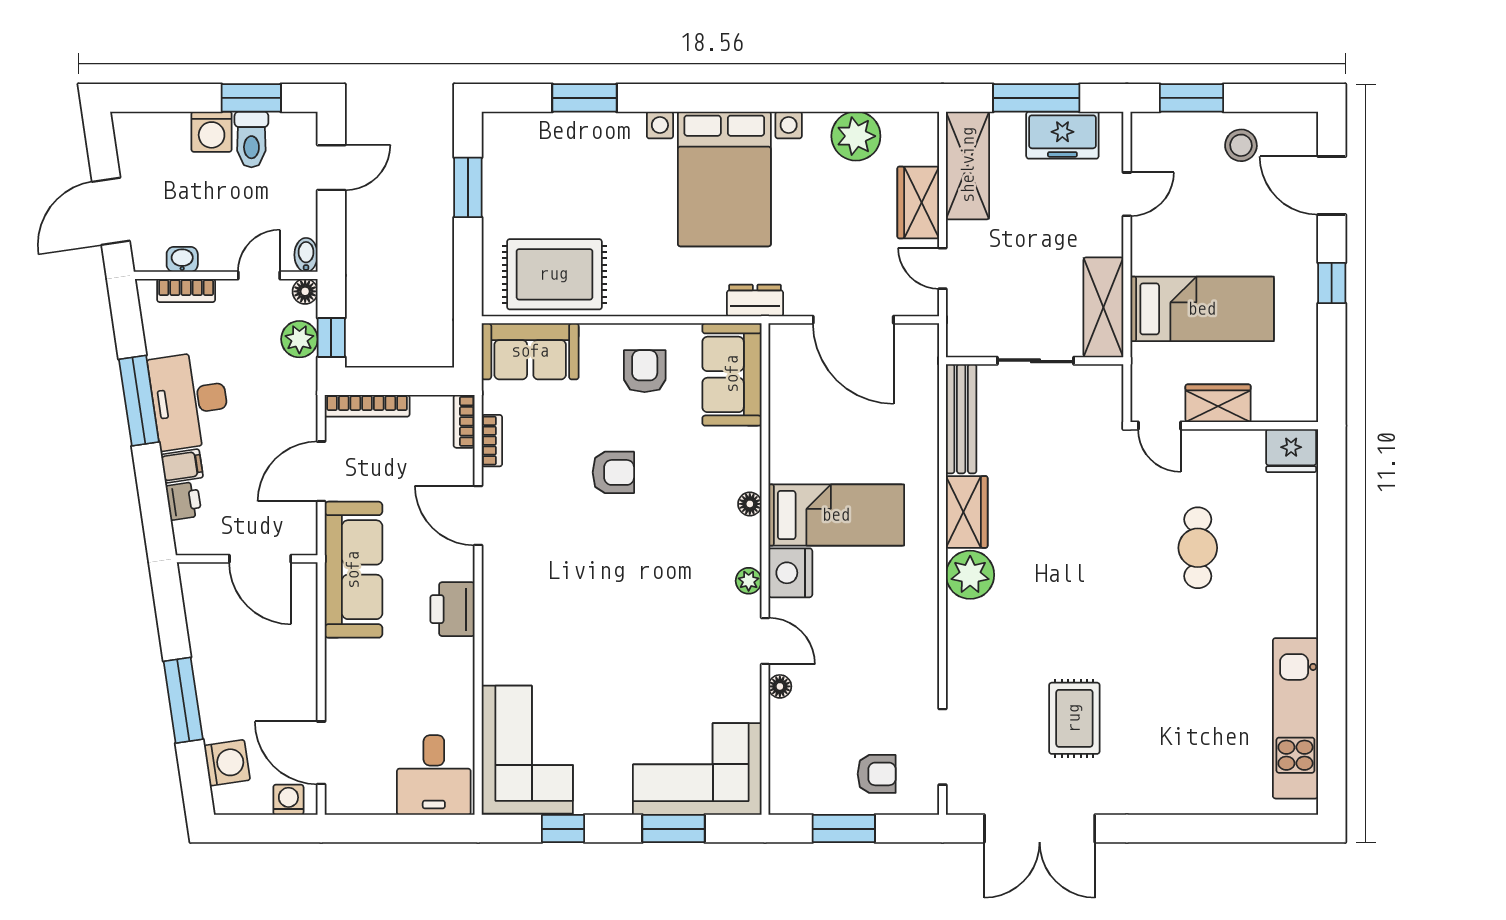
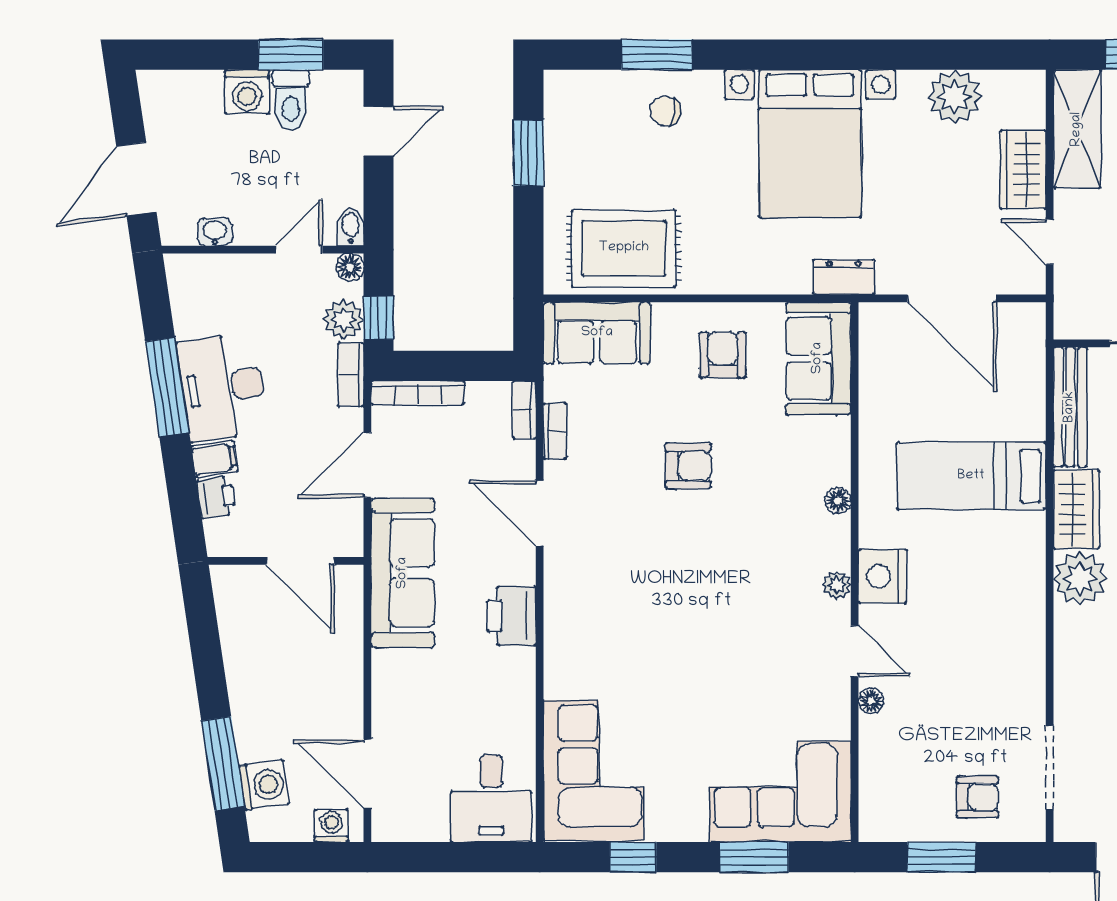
chair: (593, 149) -> (665, 111), added
bookcase: (186, 290) -> (351, 375), moved, turned 90
bed: (836, 515) -> (971, 476), moved, turned 180
window: (183, 700) -> (223, 764), moved

